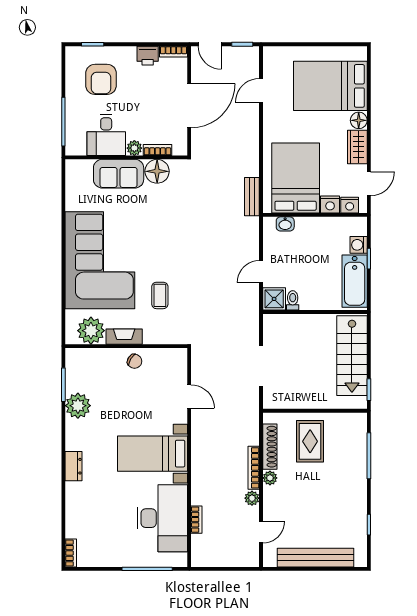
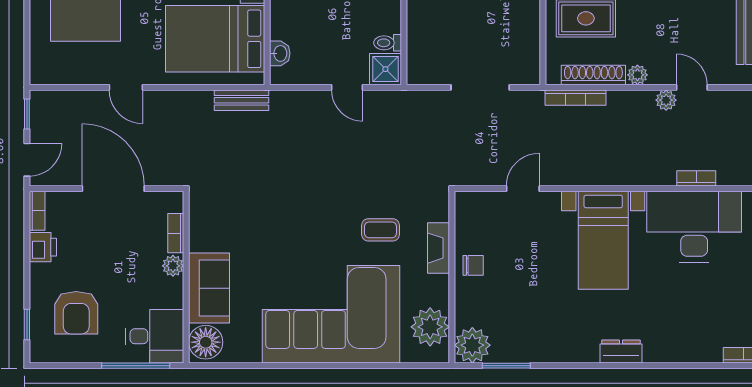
armchair: (101, 79) -> (76, 313), turned 90
door: (261, 91) -> (126, 87), moved
desk: (106, 135) -> (155, 336), moved
floor lamp: (157, 171) -> (206, 342), moved
fireplace: (124, 337) -> (438, 248), moved
chair: (135, 361) -> (473, 265), turned 58
plant: (78, 406) -> (472, 345), moved
bookcase: (254, 468) -> (576, 98), moved
door: (261, 532) -> (692, 87), moved

